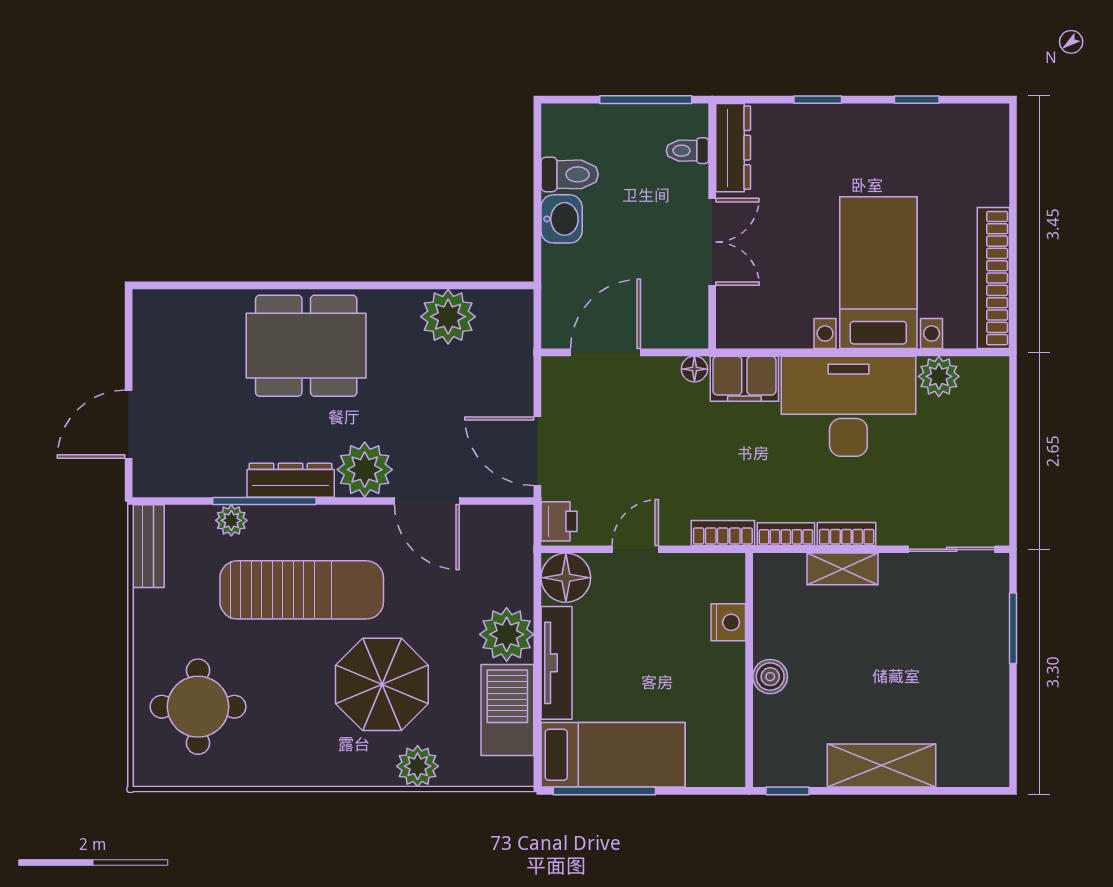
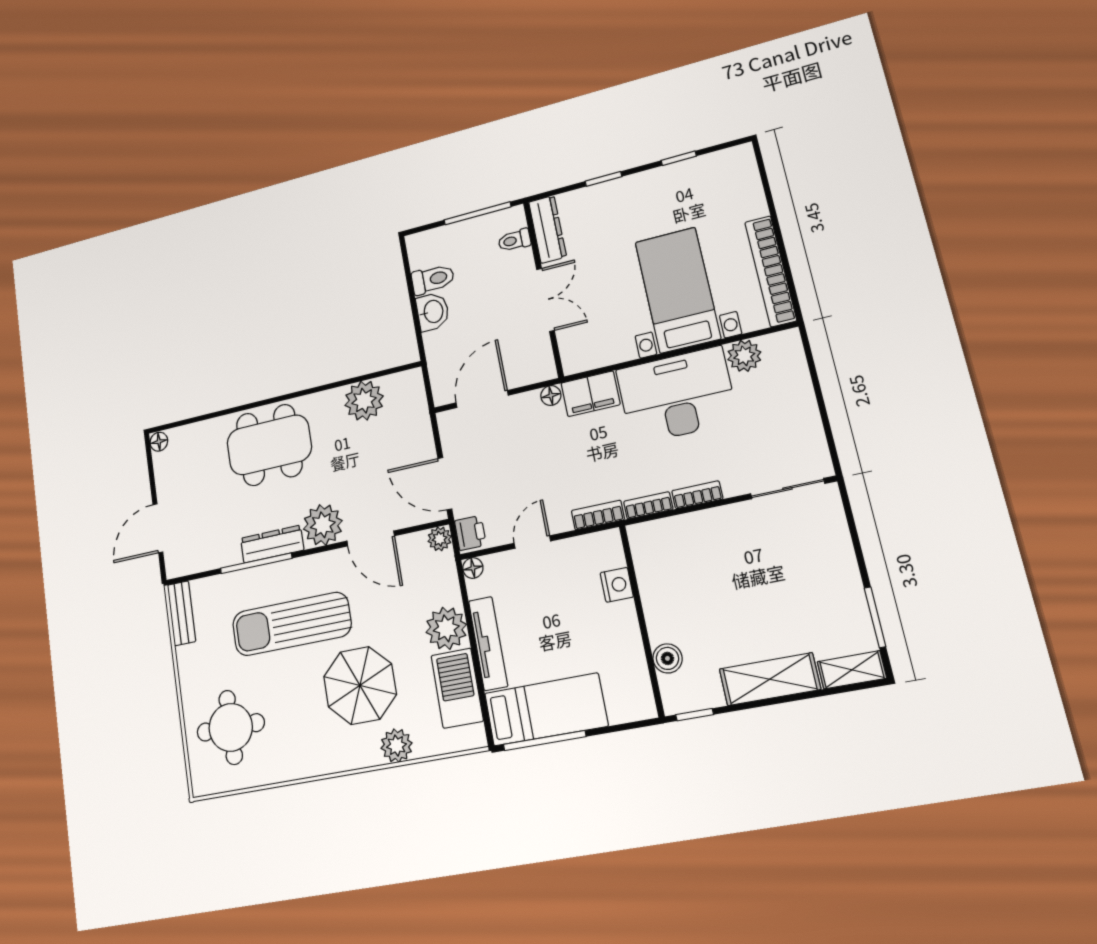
floor lamp: (146, 304) -> (159, 442), added
plant: (231, 520) -> (440, 539), moved
shelving: (842, 569) -> (852, 670), moved
floor lamp: (566, 578) -> (473, 568), width x0.53, depth x0.53
sun lounger: (302, 590) -> (291, 624), turned 180
window: (1013, 628) -> (875, 617), moved
boiler: (770, 677) -> (667, 658), moved

